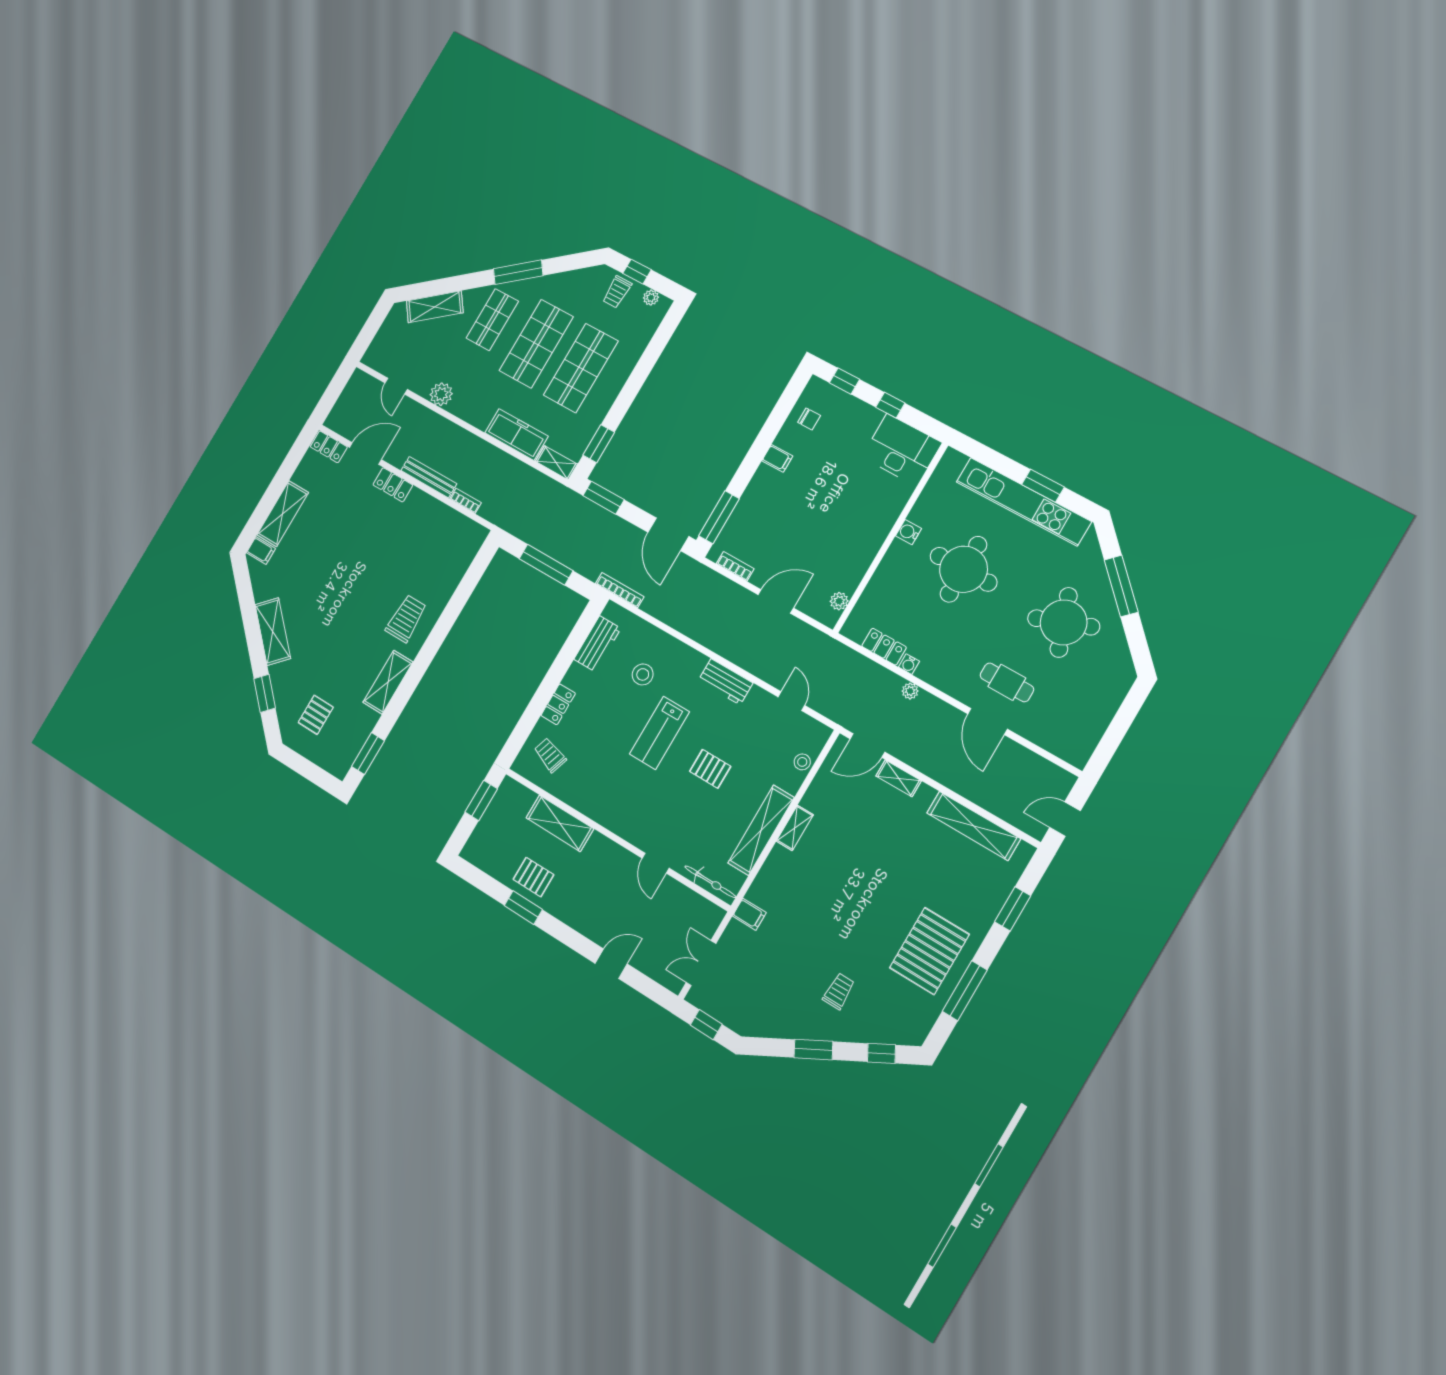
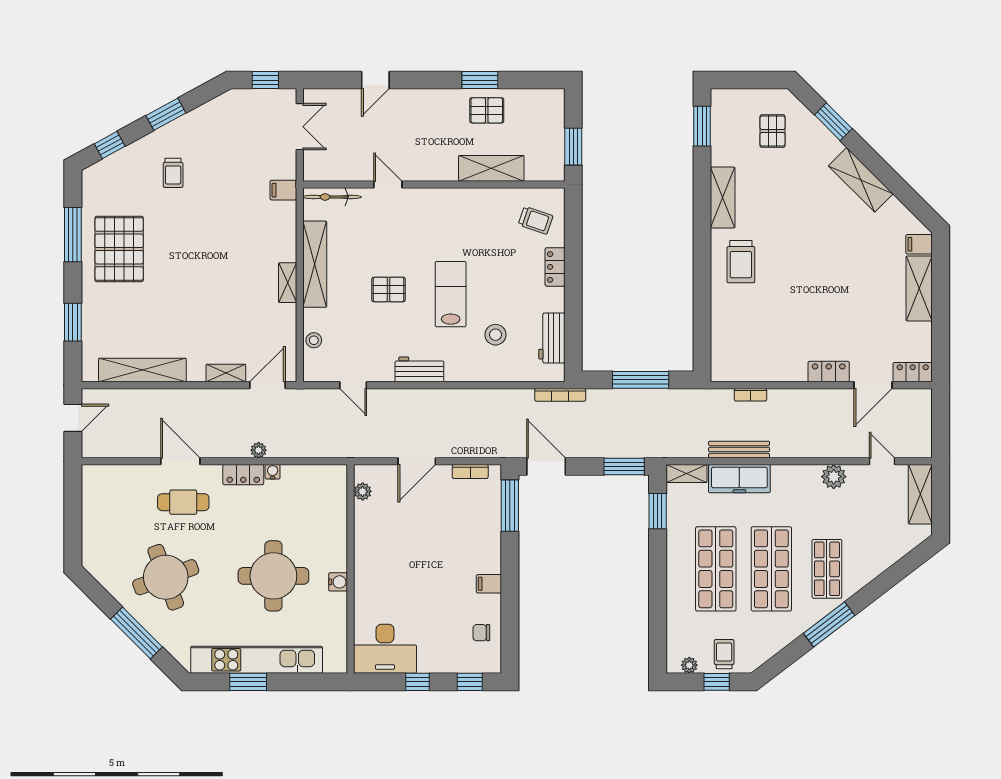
shelving: (435, 307) -> (920, 494), moved, turned -53
bench: (429, 477) -> (739, 450), moved
locker: (884, 647) -> (243, 475), moved

